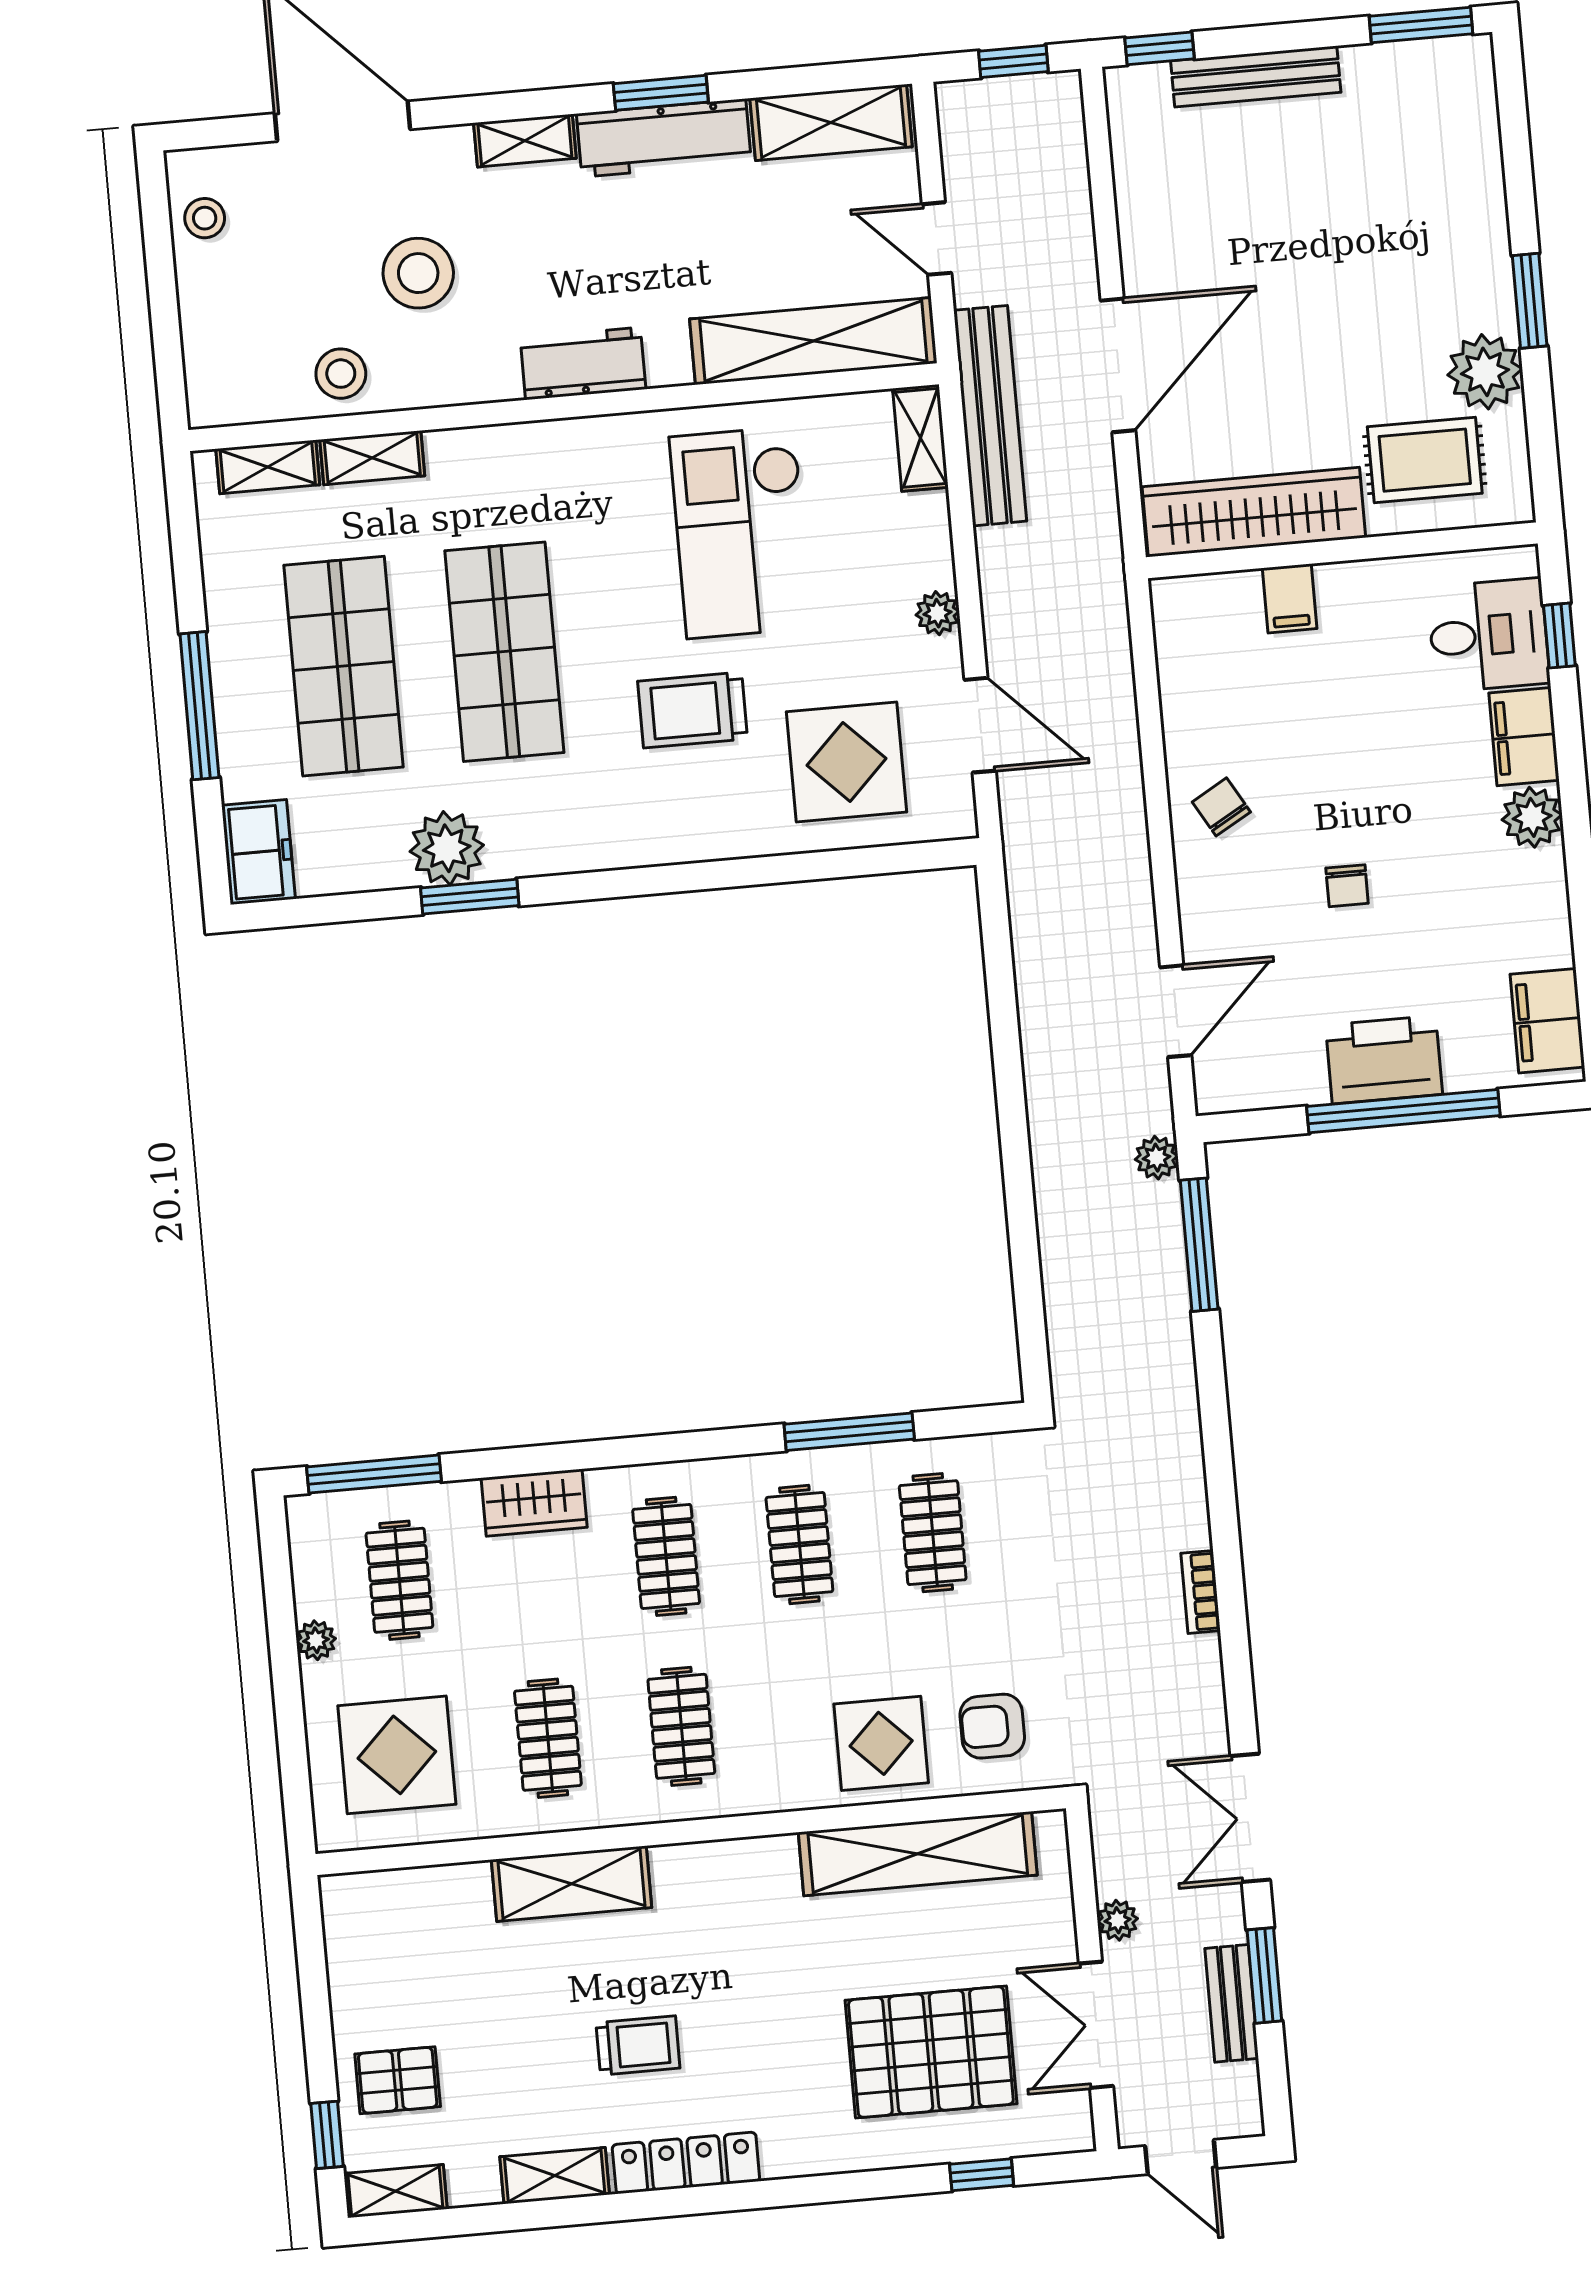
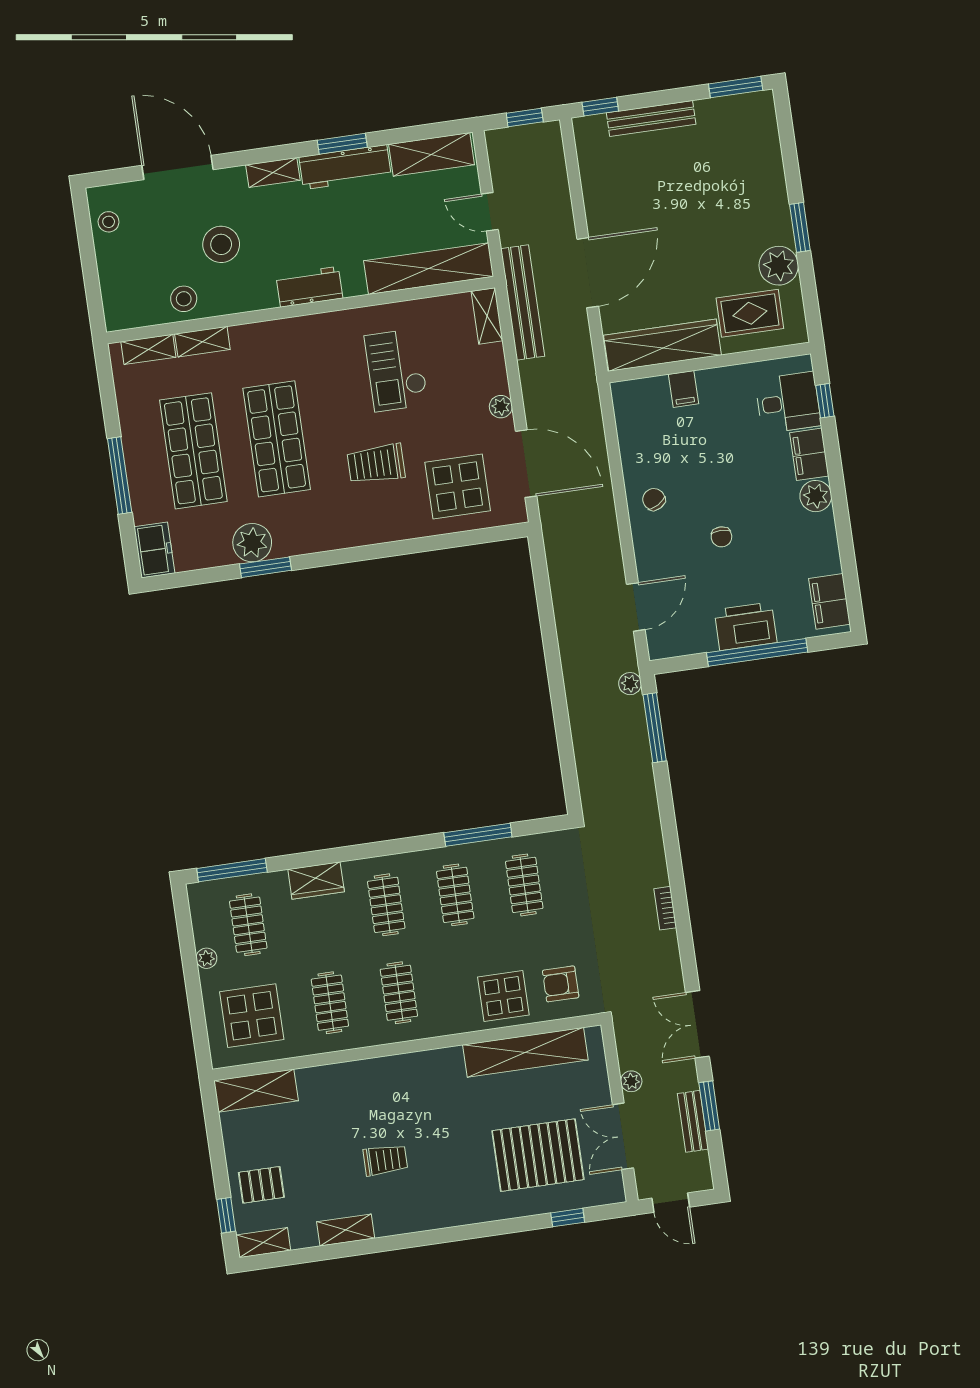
checkout: (741, 532) -> (396, 370), width x0.73, depth x0.83
door: (980, 725) -> (526, 464), width x1.36
shelving: (572, 1884) -> (256, 1091), moved
locker: (686, 2163) -> (414, 1220), removed

